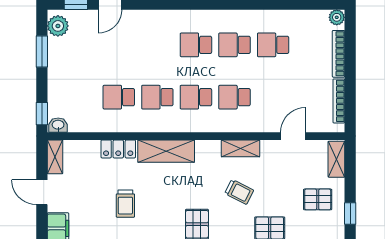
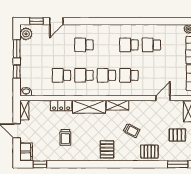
school desk: (196, 45) -> (84, 45), moved
window: (42, 114) -> (17, 72), moved
shelving: (240, 148) -> (117, 105), moved

